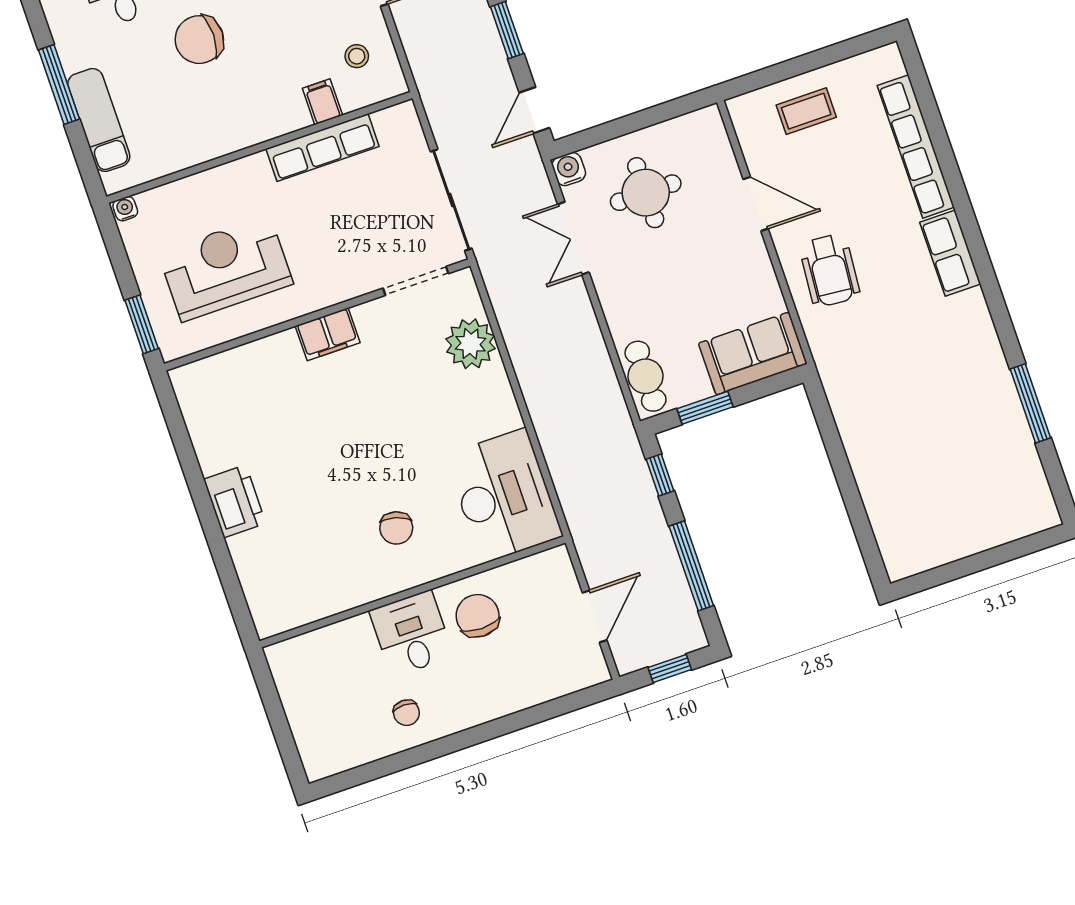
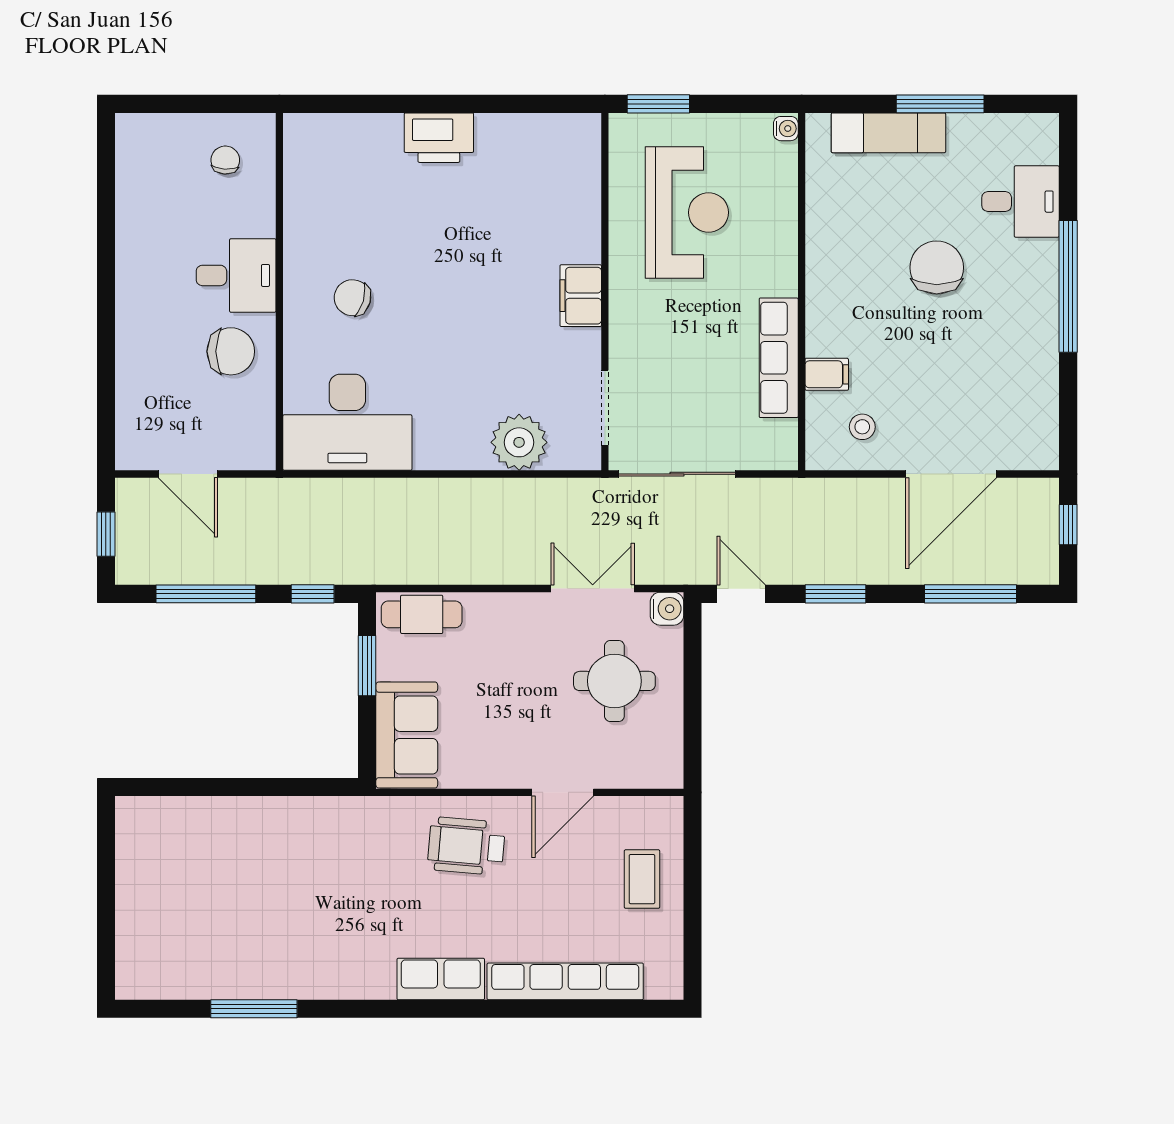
chair: (406, 713) -> (225, 160), moved, turned 94

